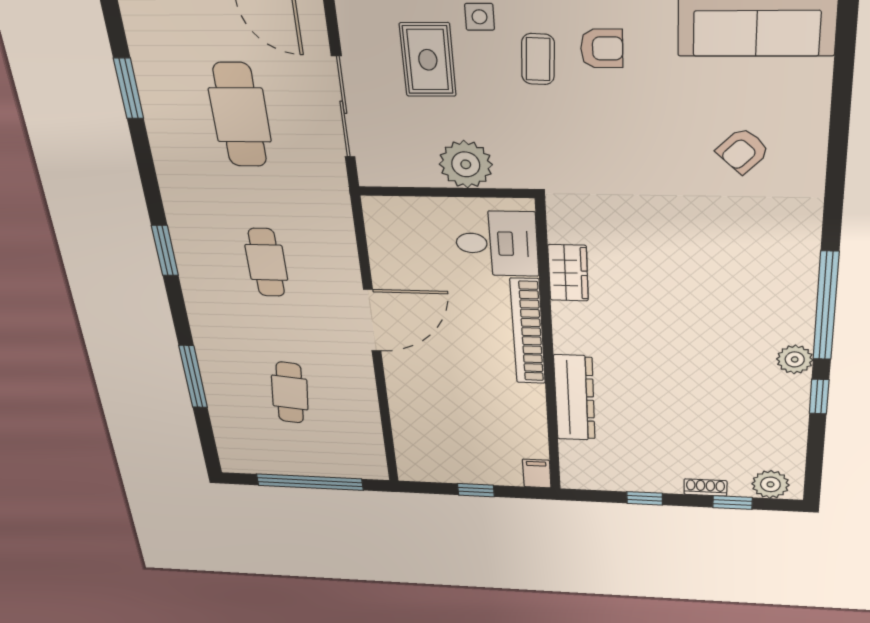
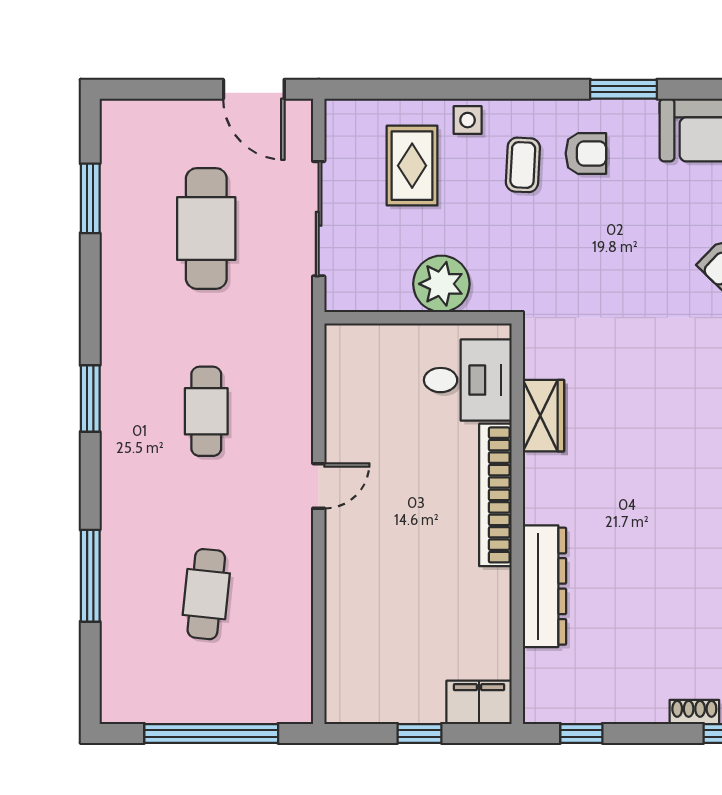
door: (372, 320) -> (319, 486), width x0.53
filing cabinet: (537, 473) -> (479, 702), width x2.00
window: (645, 498) -> (581, 733), moved

